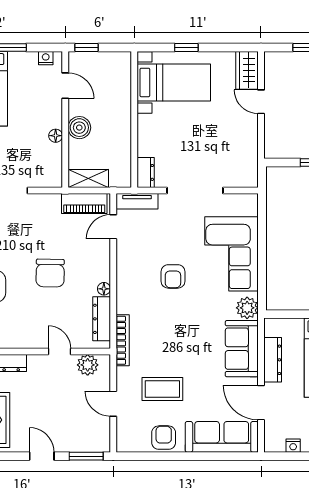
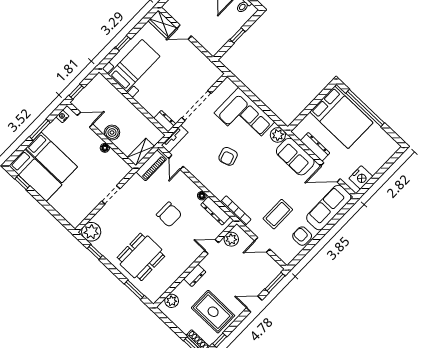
armchair: (173, 276) -> (228, 156), turned 73
nightstand: (293, 446) -> (361, 177), width x1.89, depth x1.79

